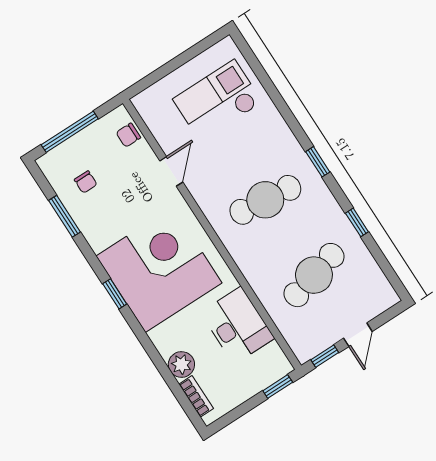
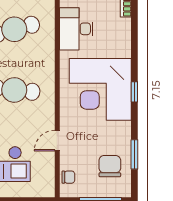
chair: (86, 182) -> (110, 166), width x1.87, depth x1.87
plant: (181, 364) -> (122, 27), removed

